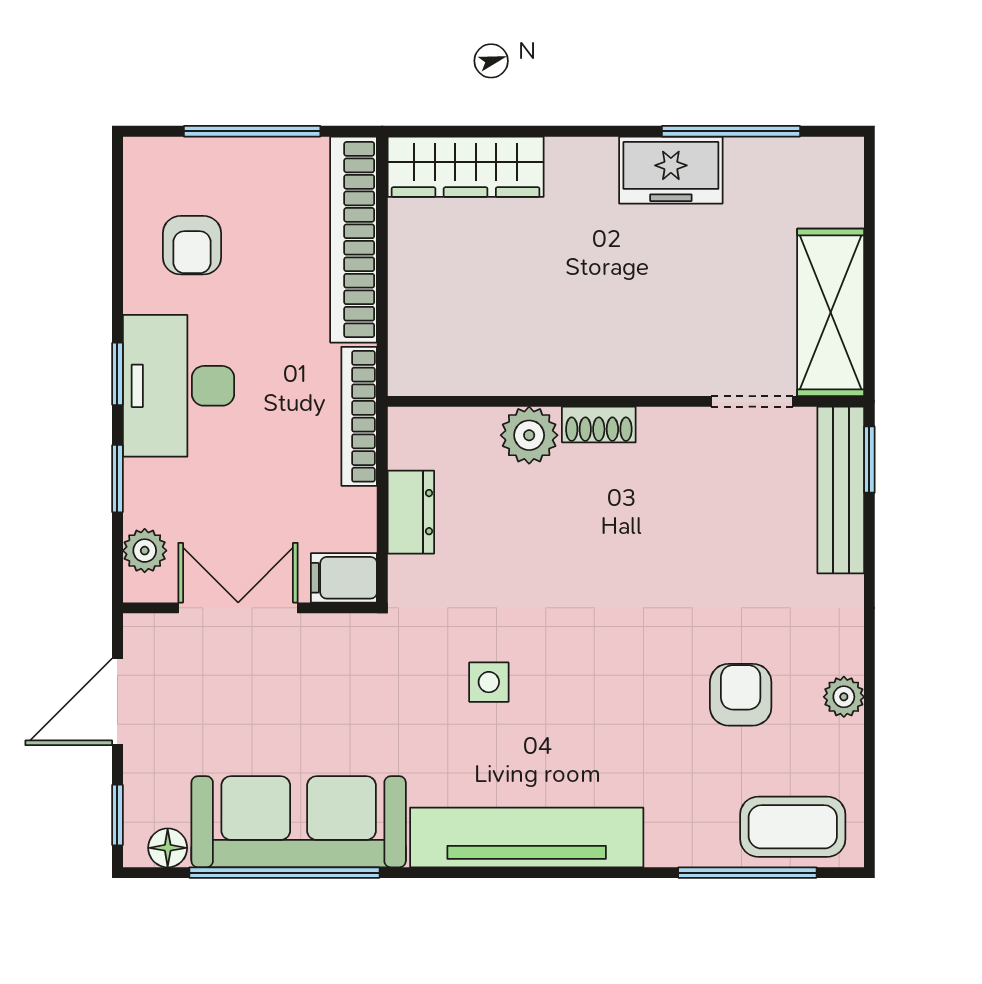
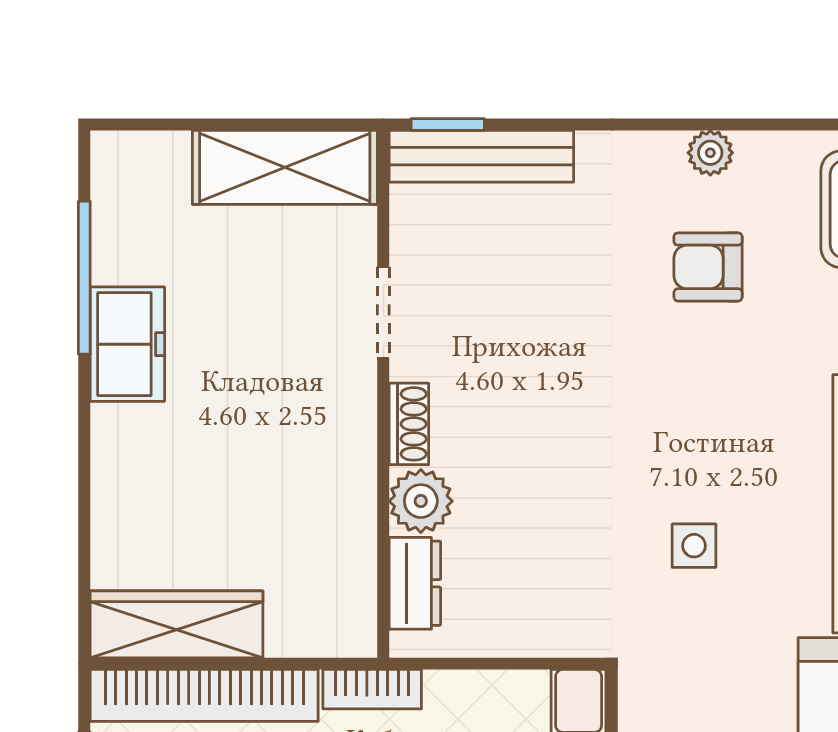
wardrobe: (466, 167) -> (177, 624), moved, turned -90
doorway: (752, 401) -> (383, 313), moved
bookcase: (359, 416) -> (372, 689), width x0.64
dresser: (411, 512) -> (415, 583), moved, turned 90

